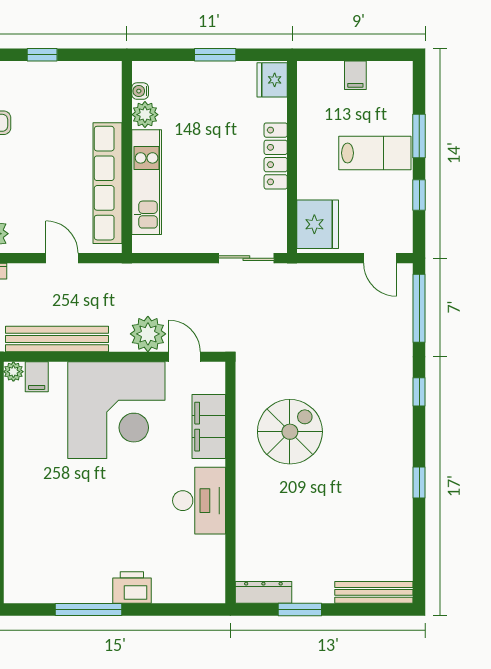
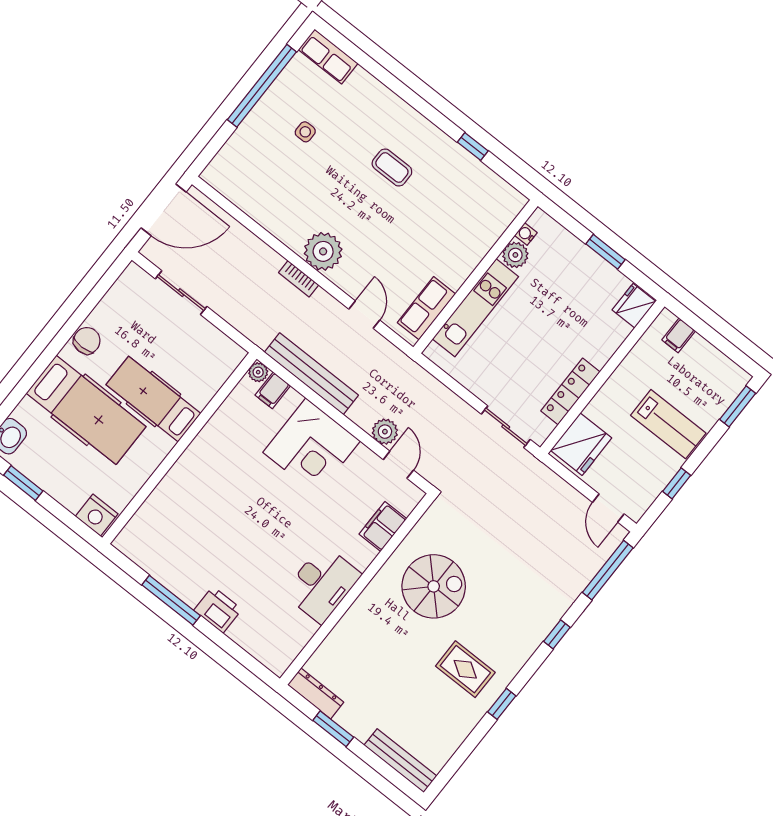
filing cabinet: (355, 75) -> (679, 335), moved
window: (419, 136) -> (738, 406), moved
locker: (276, 156) -> (570, 391), moved
row of seats: (108, 183) -> (426, 308), width x0.50
plant: (148, 334) -> (385, 432), width x0.73, depth x0.73
corner desk: (116, 410) -> (312, 447), width x0.74, depth x0.74
filing cabinet: (209, 427) -> (383, 526), width x0.67, depth x0.86
rug: (368, 478) -> (465, 669), added

